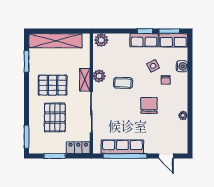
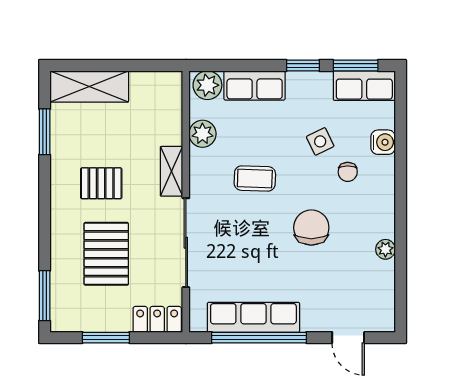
row of seats: (144, 40) -> (255, 85), moved
shelving: (55, 41) -> (89, 86), width x0.68
plant: (99, 76) -> (202, 134), moved
pallet: (53, 85) -> (101, 183), width x0.67, depth x0.71

